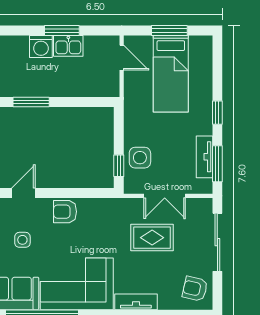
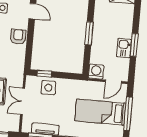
window: (169, 30) -> (128, 114), width x1.44
washing machine: (41, 47) -> (96, 72), moved, turned 90
window: (31, 102) -> (89, 33), moved

